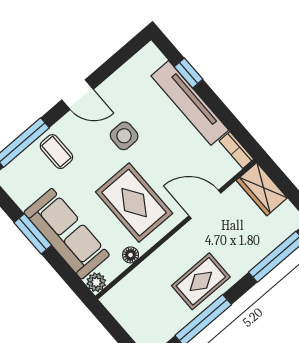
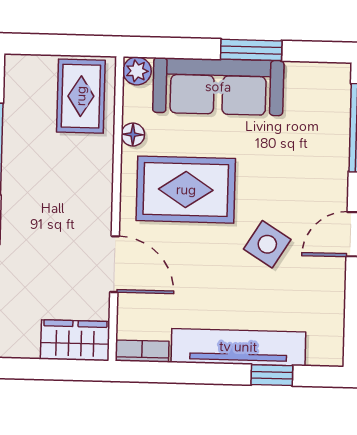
side table: (124, 136) -> (267, 244), turned 32
coffee table: (56, 152) -> (317, 156), removed
door: (205, 204) -> (115, 264), hinge flipped
rug: (201, 281) -> (81, 96), moved

